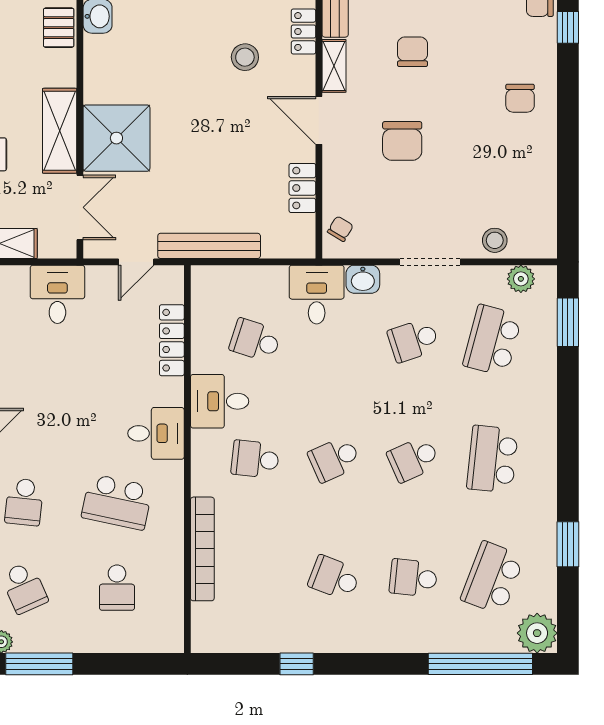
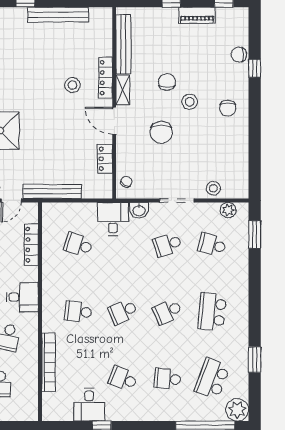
locker: (303, 31) -> (106, 78), width x1.53
stool: (453, 87) -> (190, 102), added
school desk: (492, 340) -> (212, 245), width x0.54
desk: (220, 401) -> (89, 405), moved, turned -90

